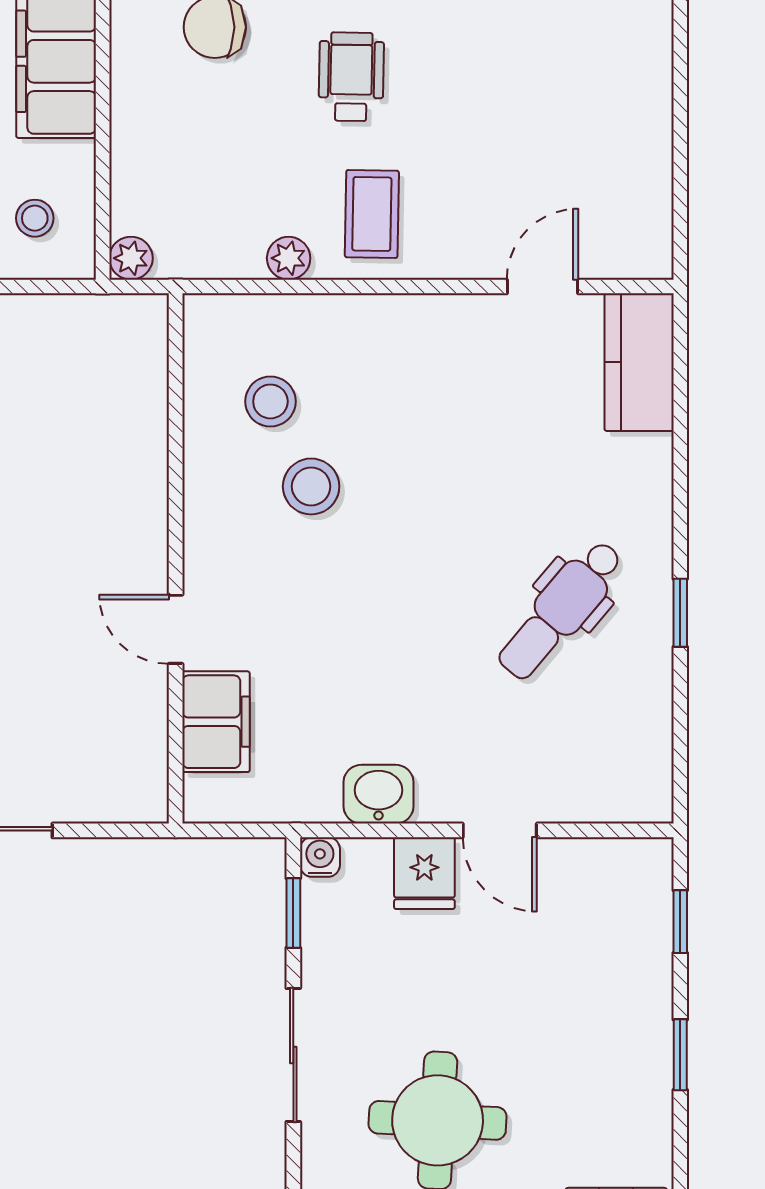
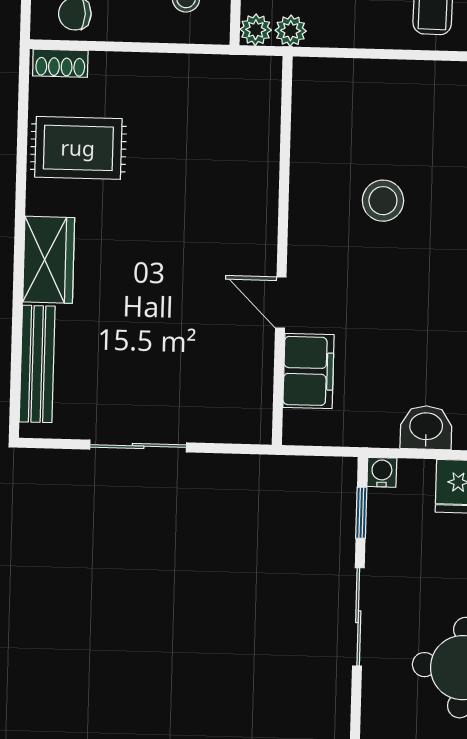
plant: (289, 258) -> (291, 31), moved
stool: (270, 401) -> (355, 138), removed

